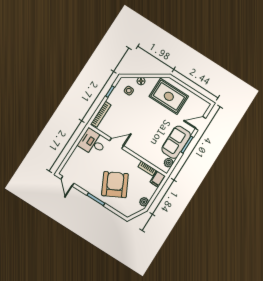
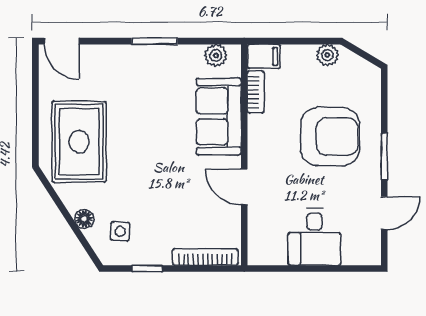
door: (200, 123) -> (62, 41), moved
desk: (93, 142) -> (314, 237), moved
sofa: (176, 142) -> (219, 116), moved, turned 90
door: (67, 181) -> (384, 213), moved
armchair: (115, 185) -> (330, 137), turned -153

